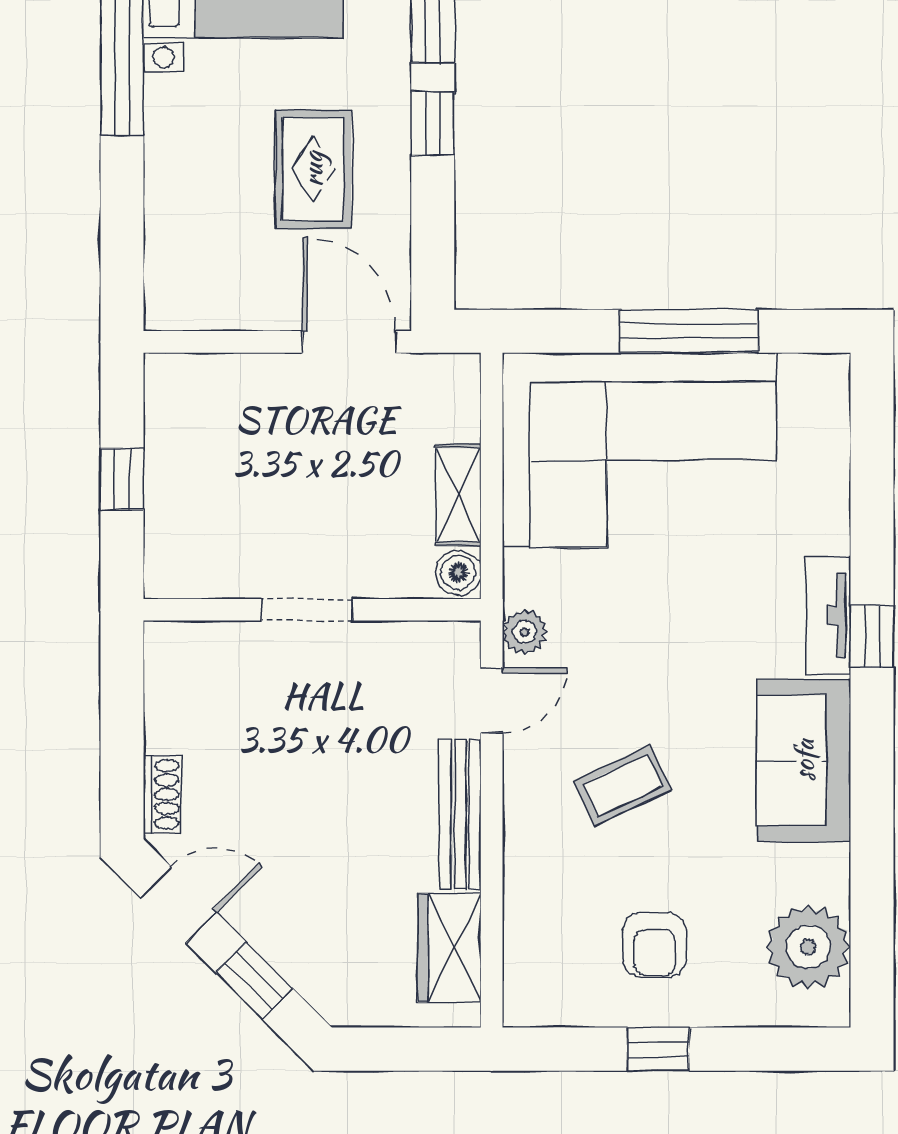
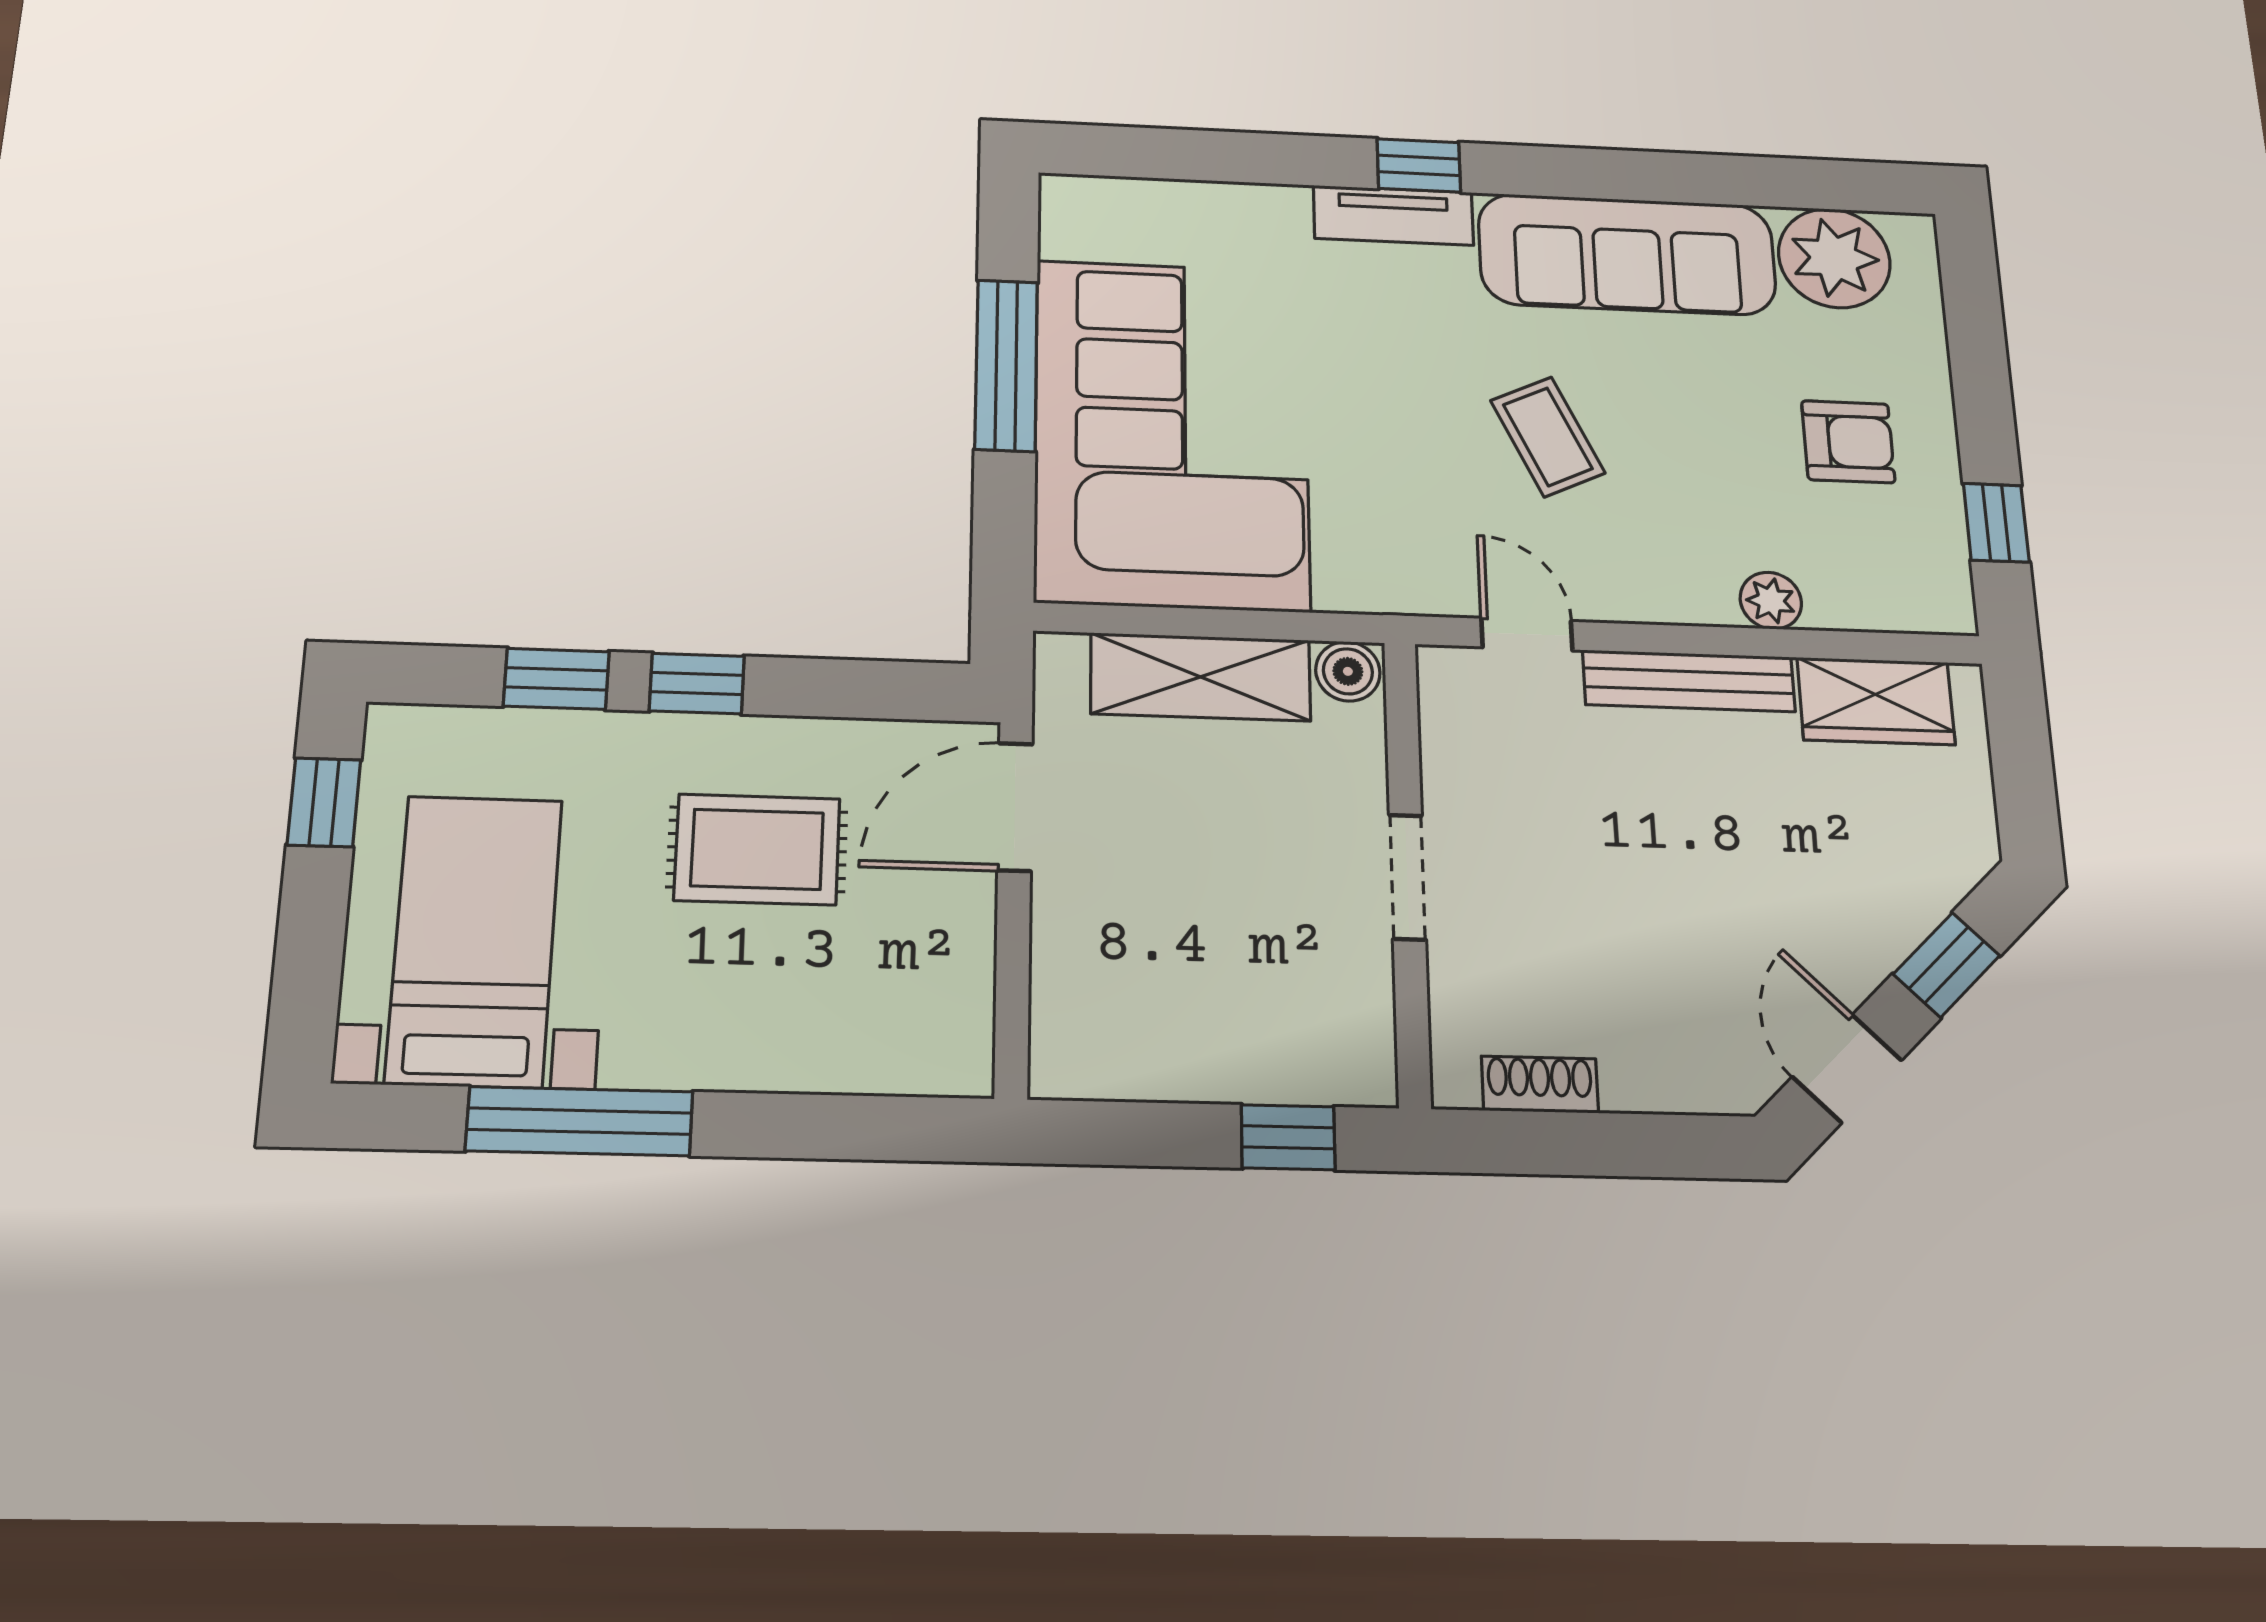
window: (122, 479) -> (1288, 1137), moved
shelving: (458, 495) -> (1201, 677), width x1.50, depth x1.33
plant: (525, 632) -> (1771, 601), moved
sofa: (804, 760) -> (1627, 254), width x1.36
coffee table: (622, 785) -> (1548, 437), moved
shoe rack: (162, 794) -> (1540, 1085), moved
window: (658, 1049) -> (1996, 523), moved

